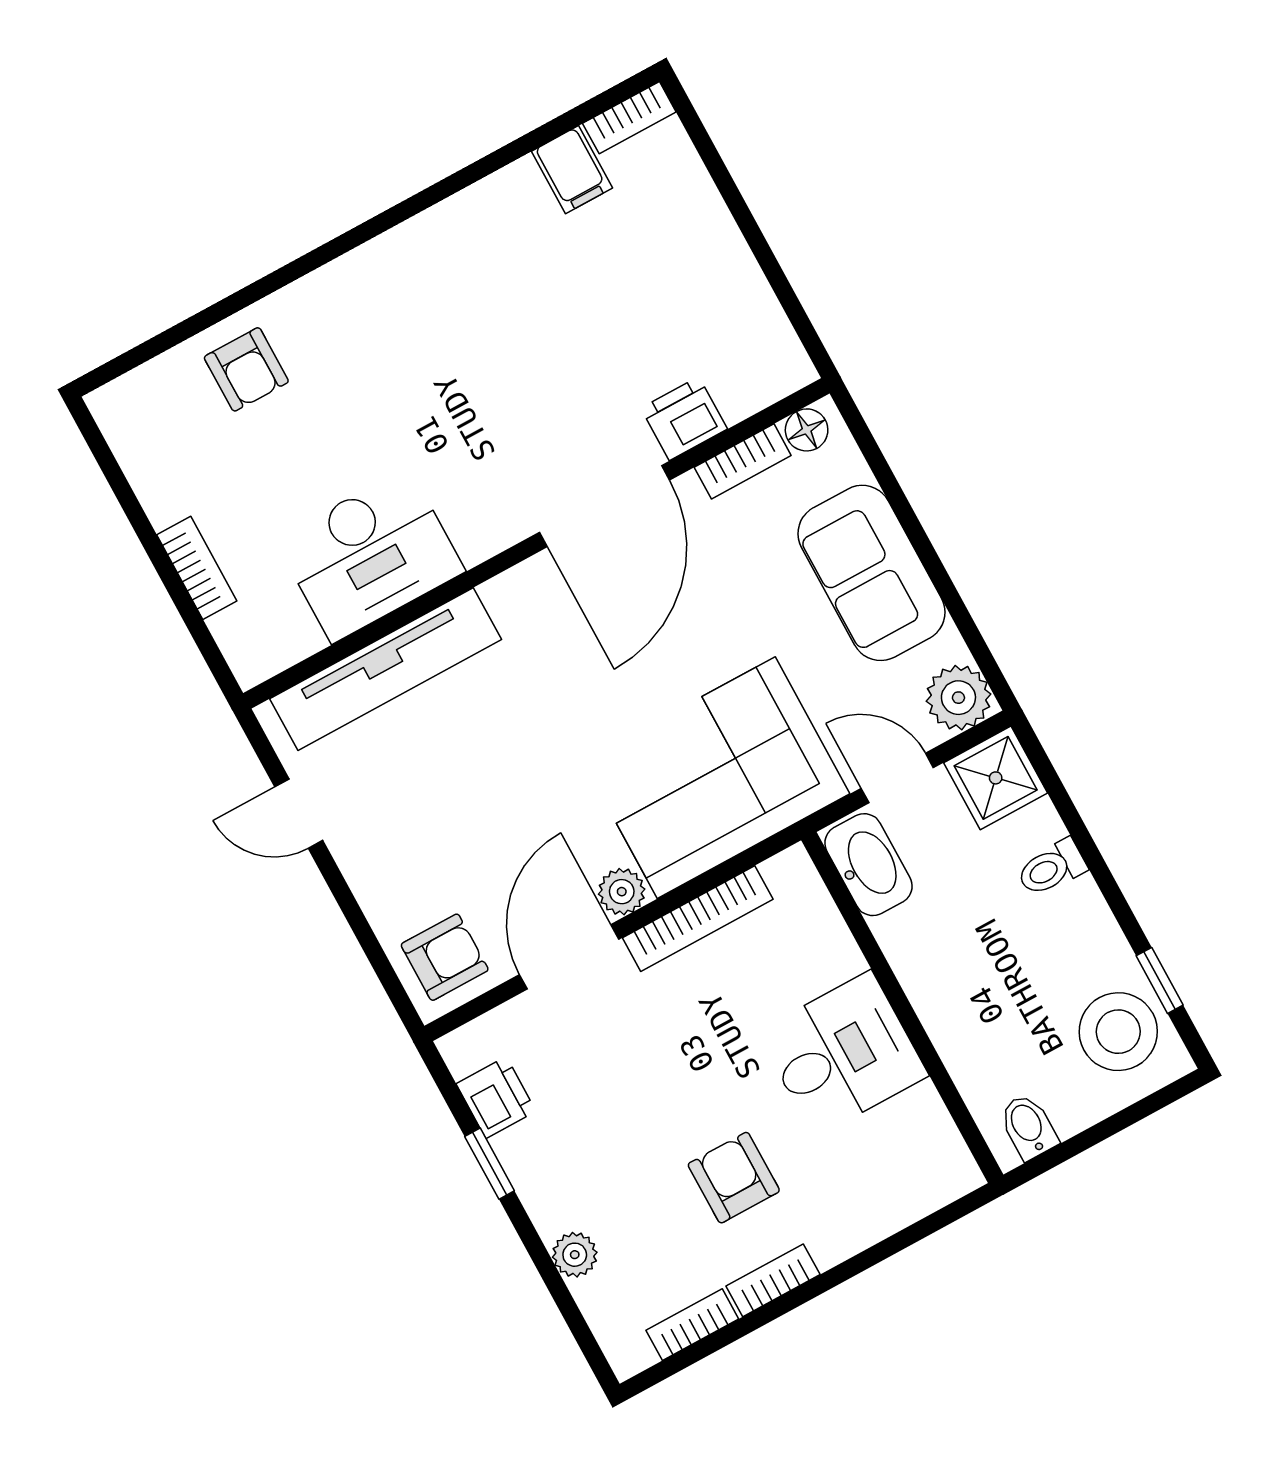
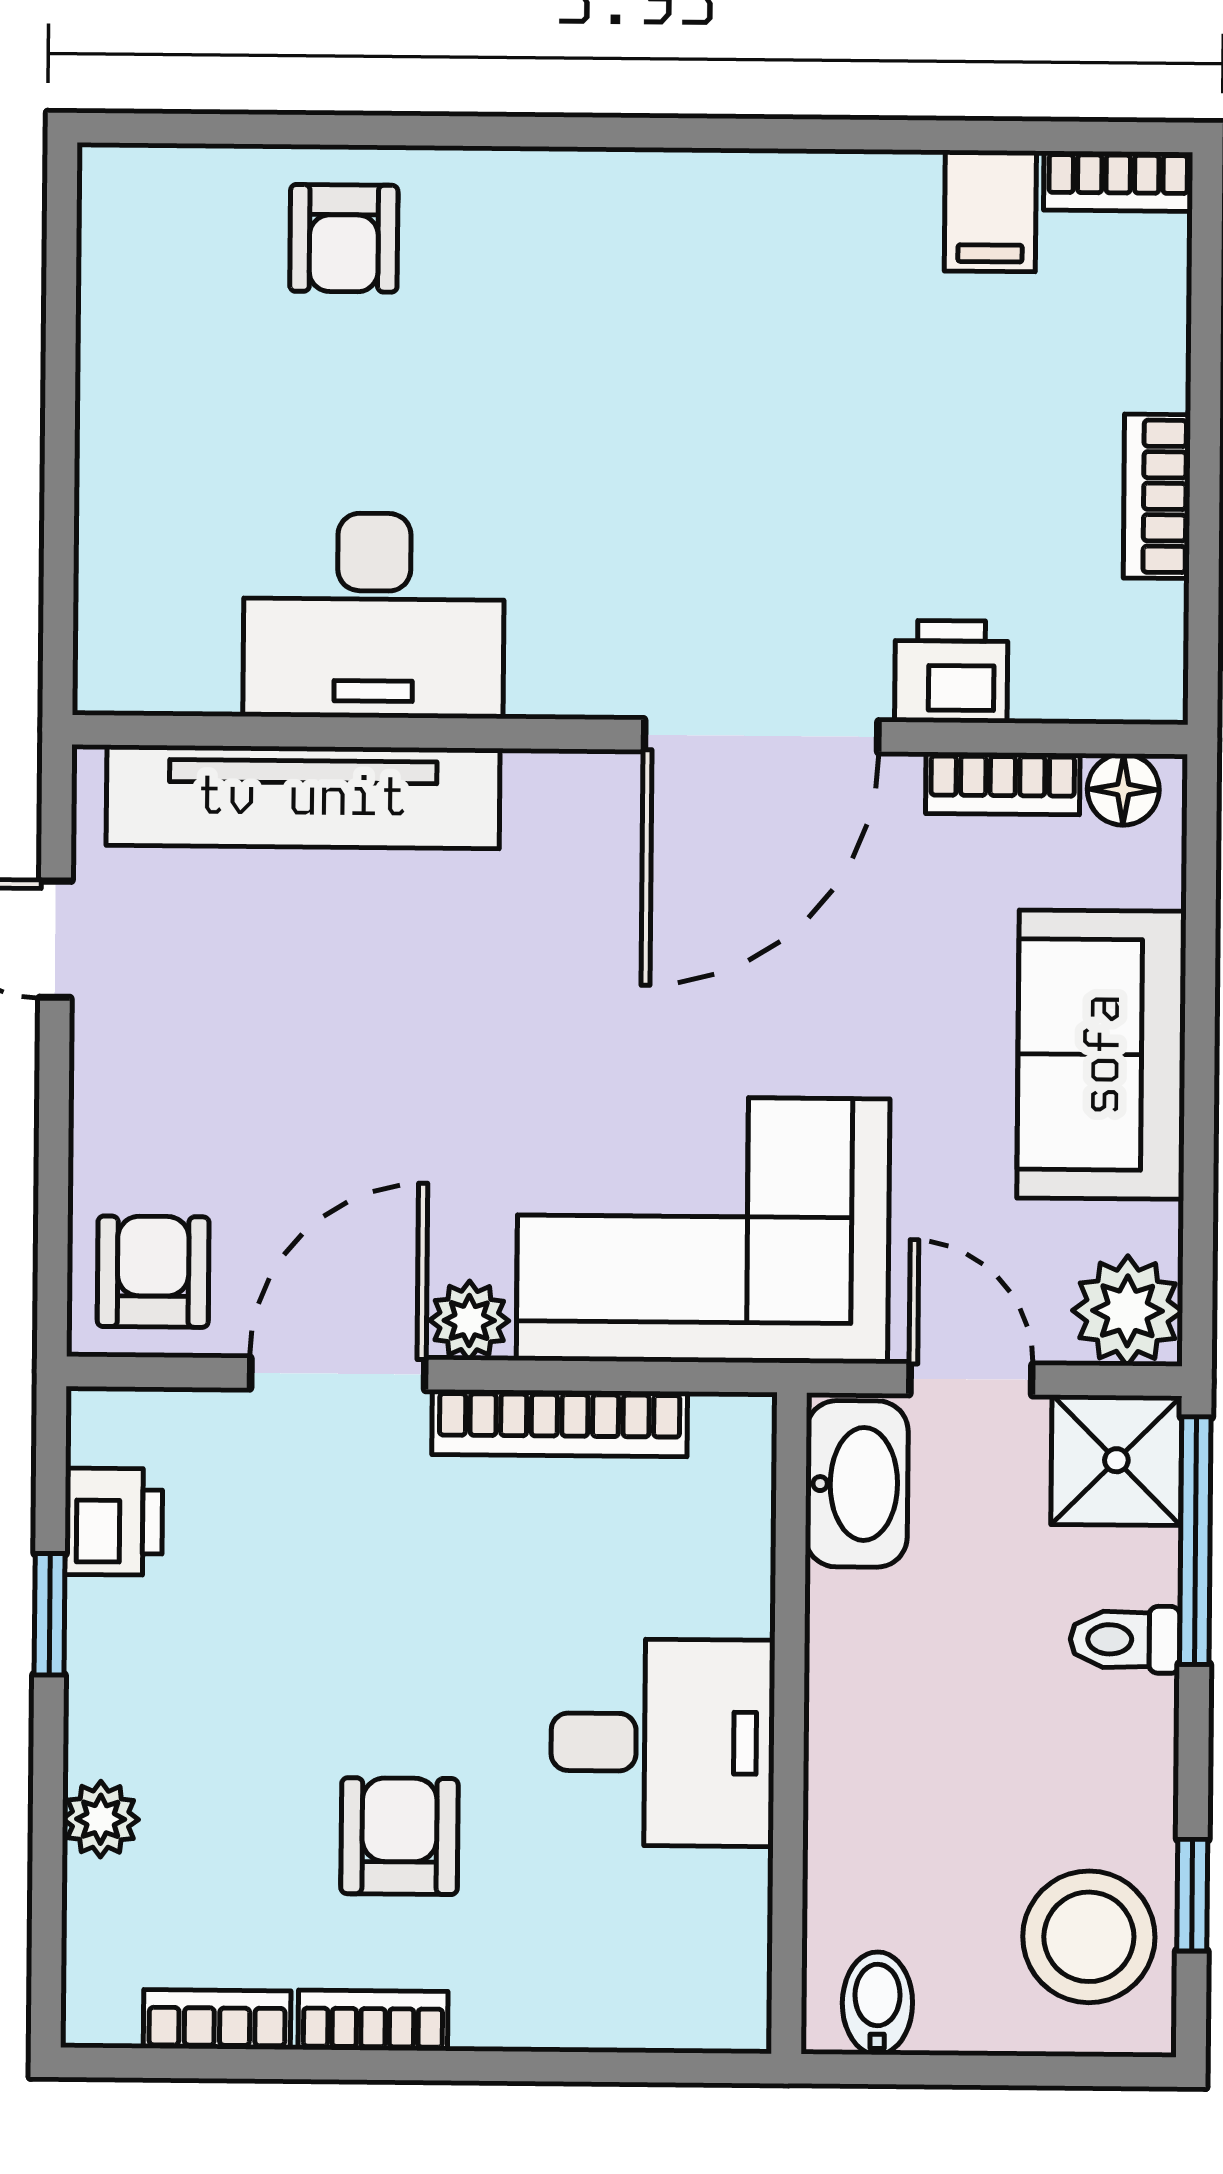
bookcase: (197, 568) -> (1157, 496), moved, turned 180
window: (1059, 797) -> (1195, 1541), added
armchair: (445, 957) -> (153, 1272), turned -90

